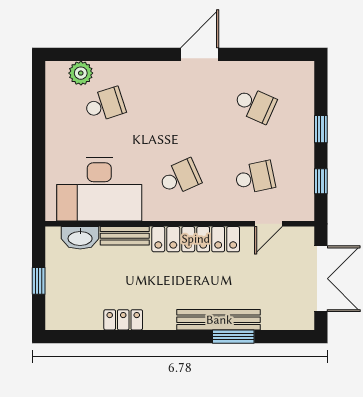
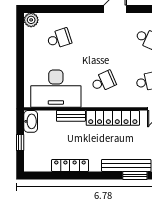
plant: (81, 73) -> (31, 20), moved
washbasin: (80, 238) -> (31, 121), moved, turned -90
locker: (123, 320) -> (70, 166), width x1.53

